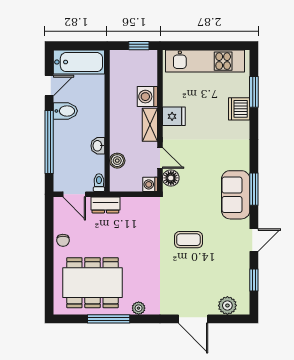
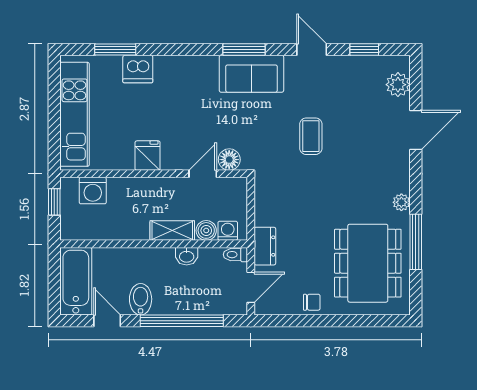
washing machine: (147, 97) -> (93, 191), moved
shelving: (150, 125) -> (172, 231), moved
washing machine: (150, 184) -> (228, 231), moved, turned 180

